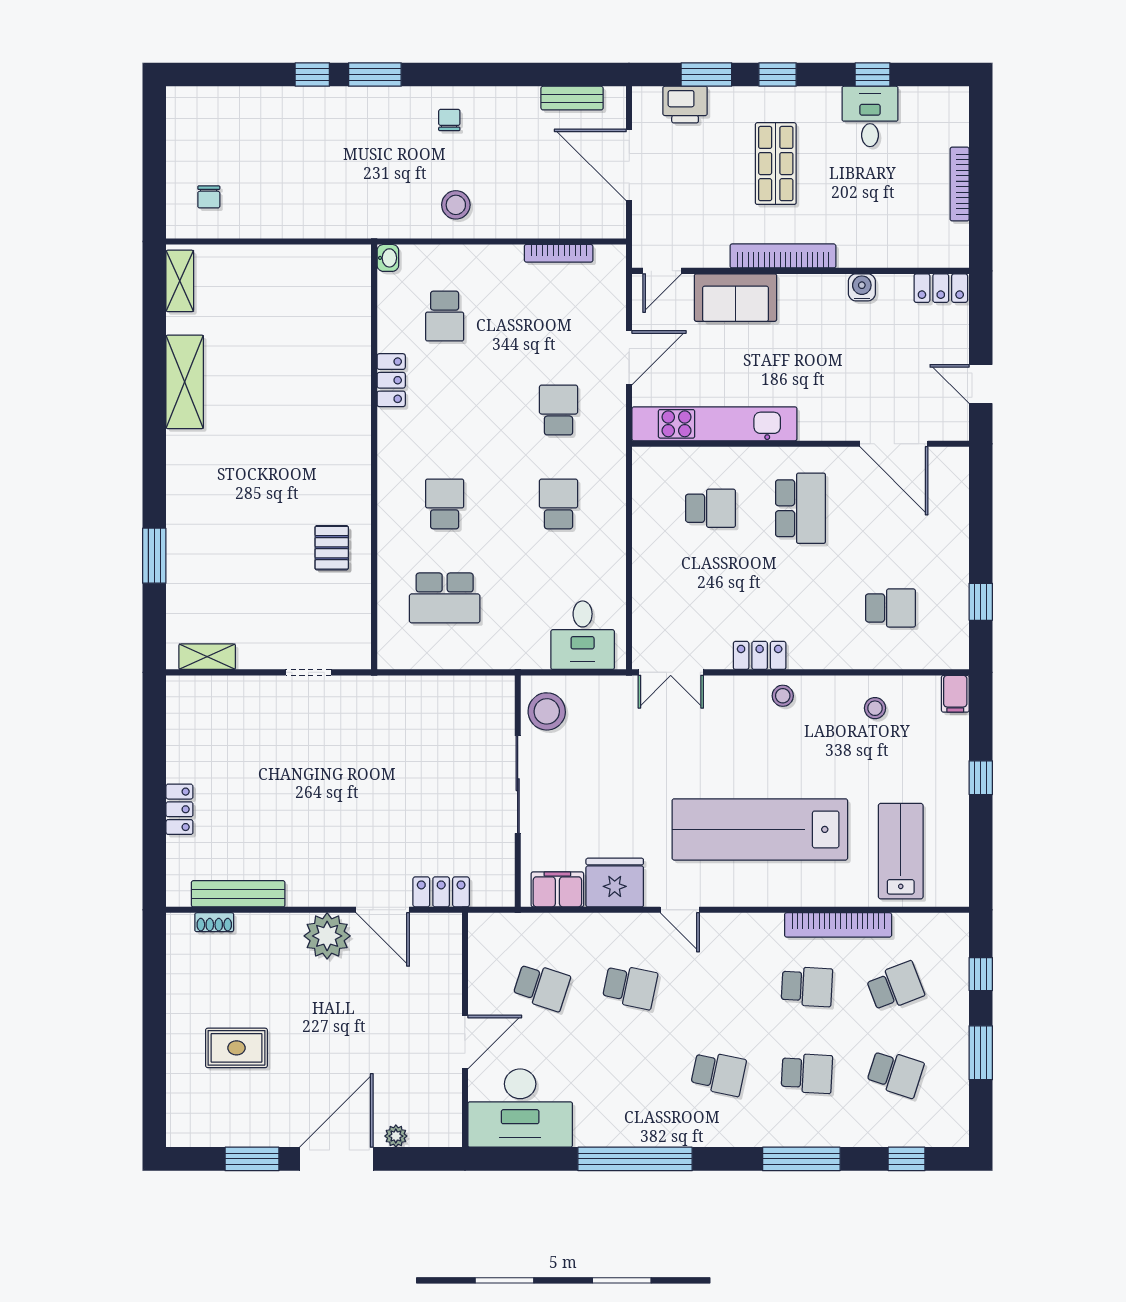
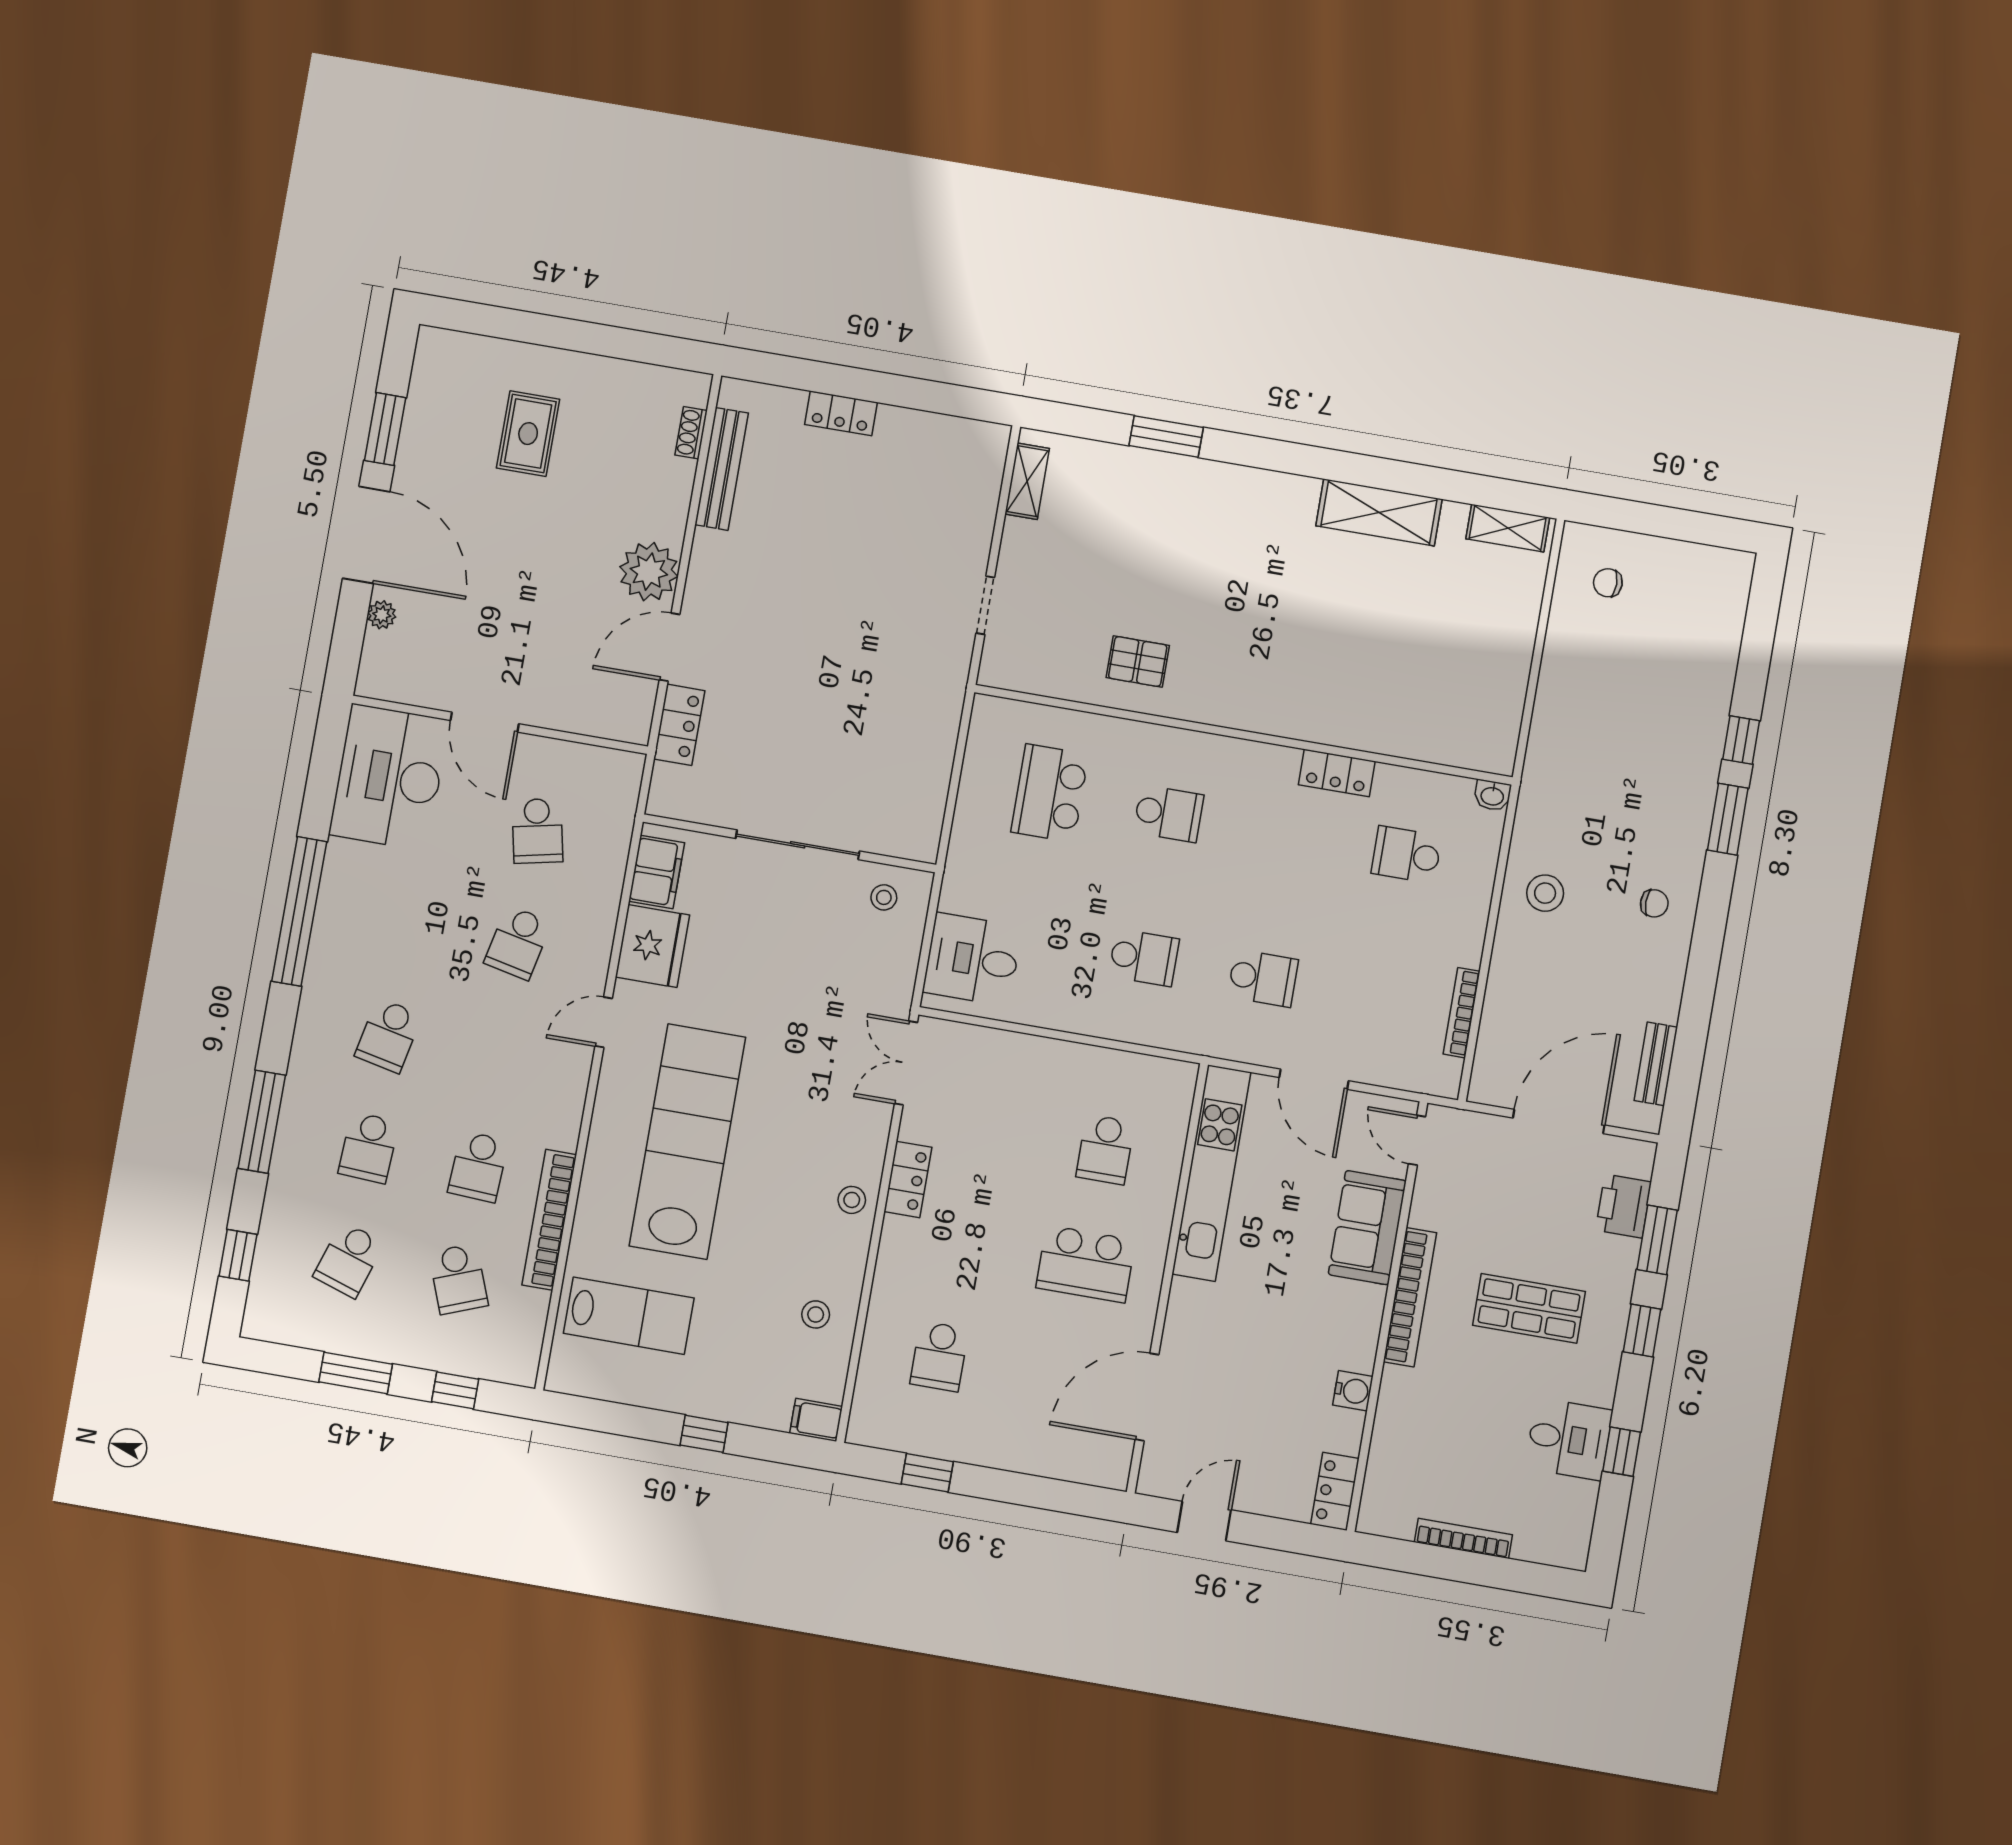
stool: (547, 711) -> (884, 897), width x0.53, depth x0.53
school desk: (542, 987) -> (537, 831), turned -30

